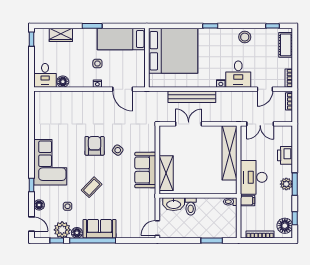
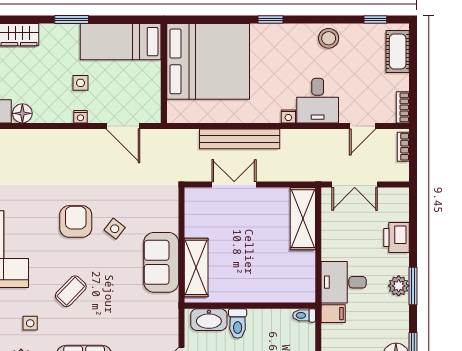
shelving: (229, 153) -> (303, 219), width x0.68
desk: (254, 177) -> (344, 282), width x0.73

